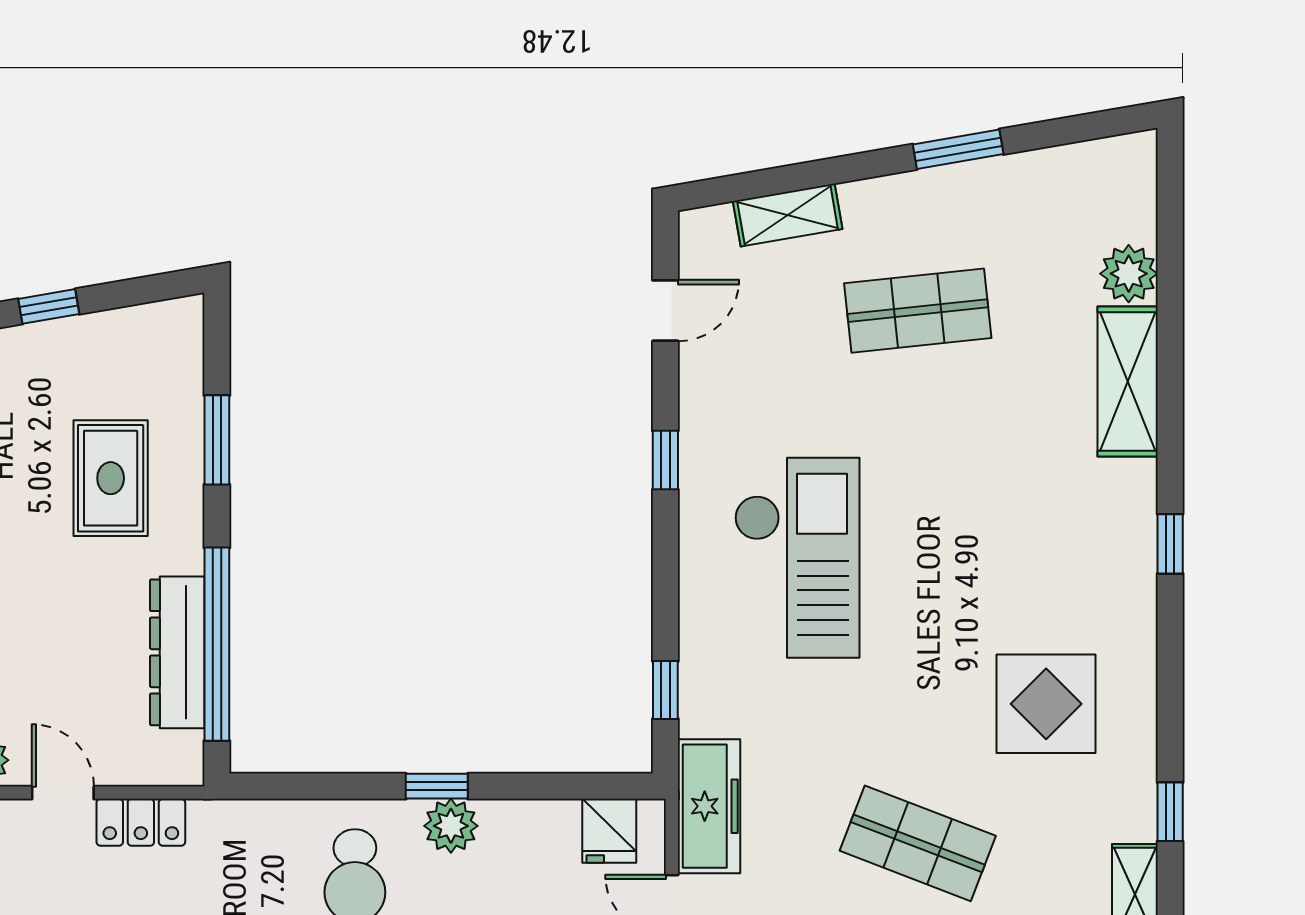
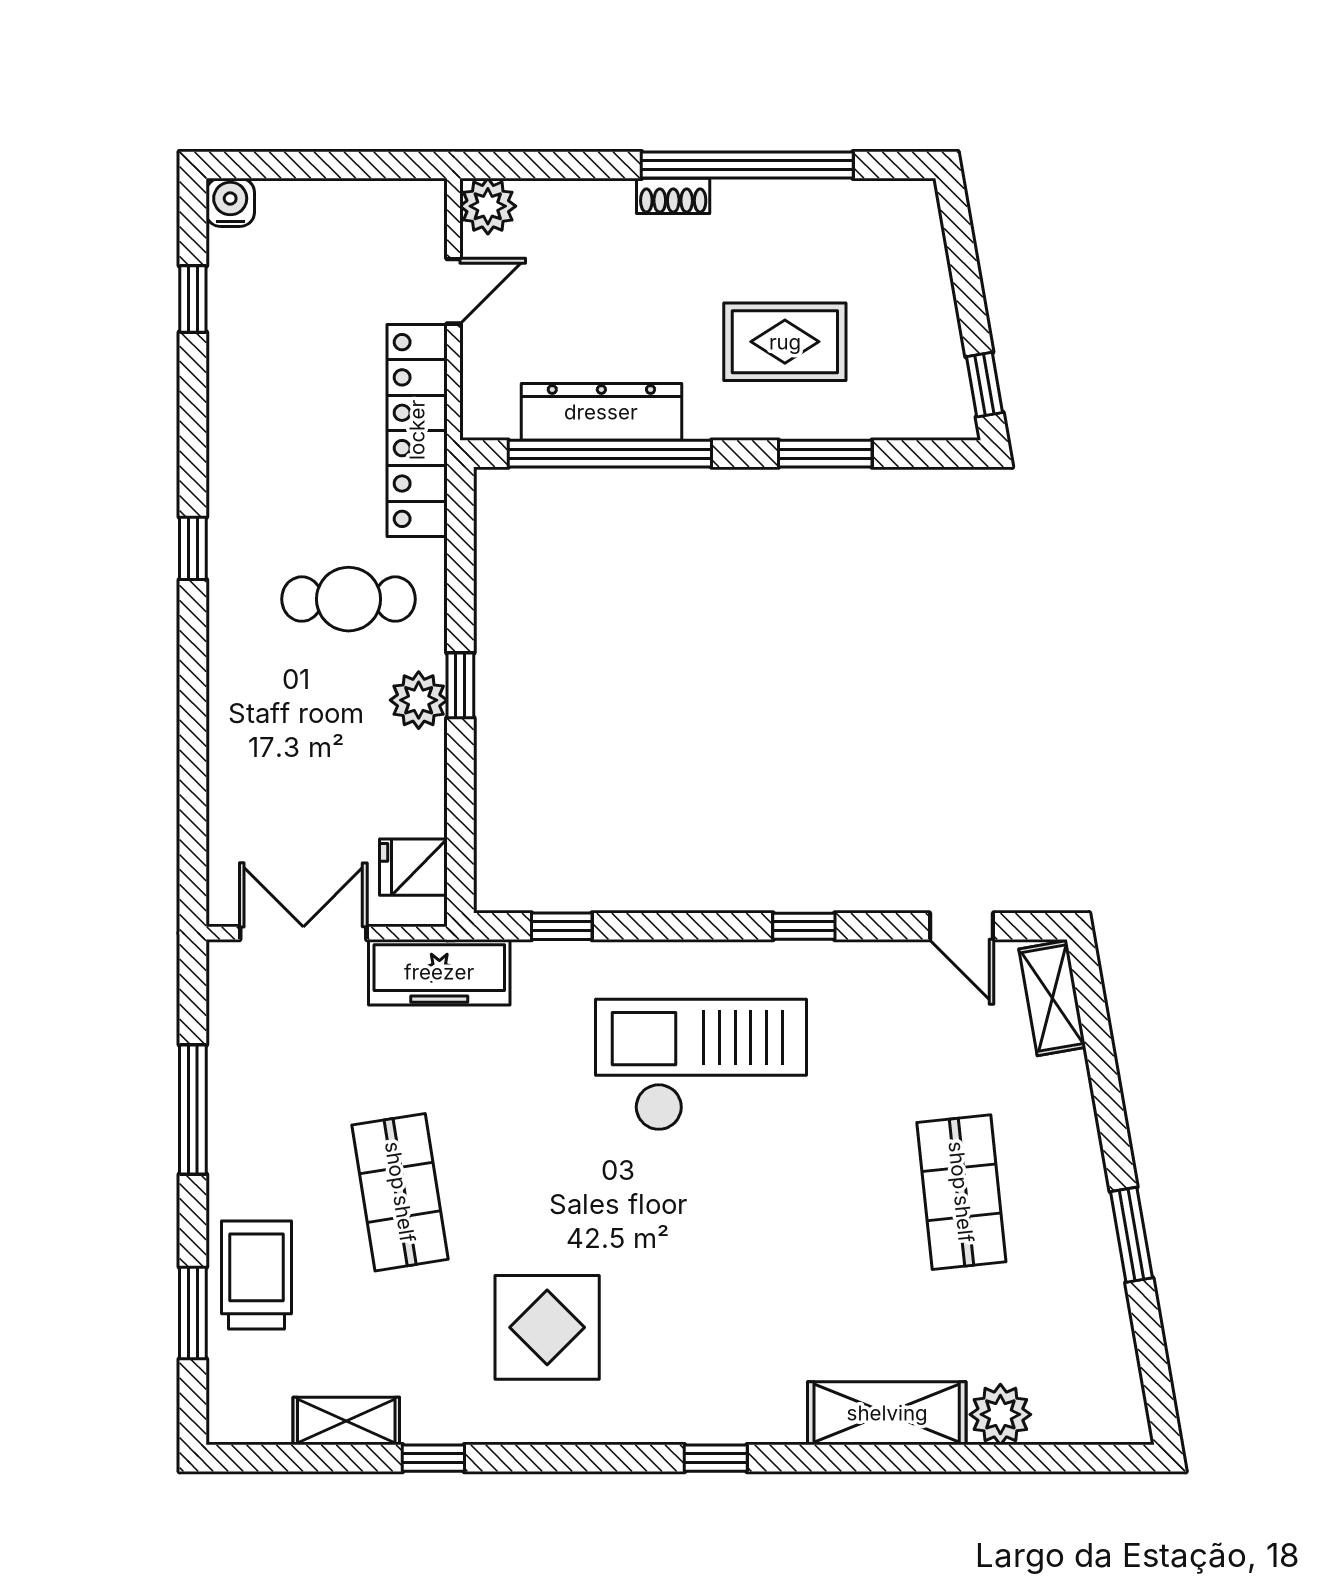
shelving: (788, 215) -> (1052, 998), moved
window: (49, 306) -> (984, 385), moved
checkout: (797, 558) -> (701, 1065), turned 180
locker: (141, 822) -> (417, 430), width x2.16, depth x1.21
shop shelf: (918, 843) -> (400, 1192), turned -30

